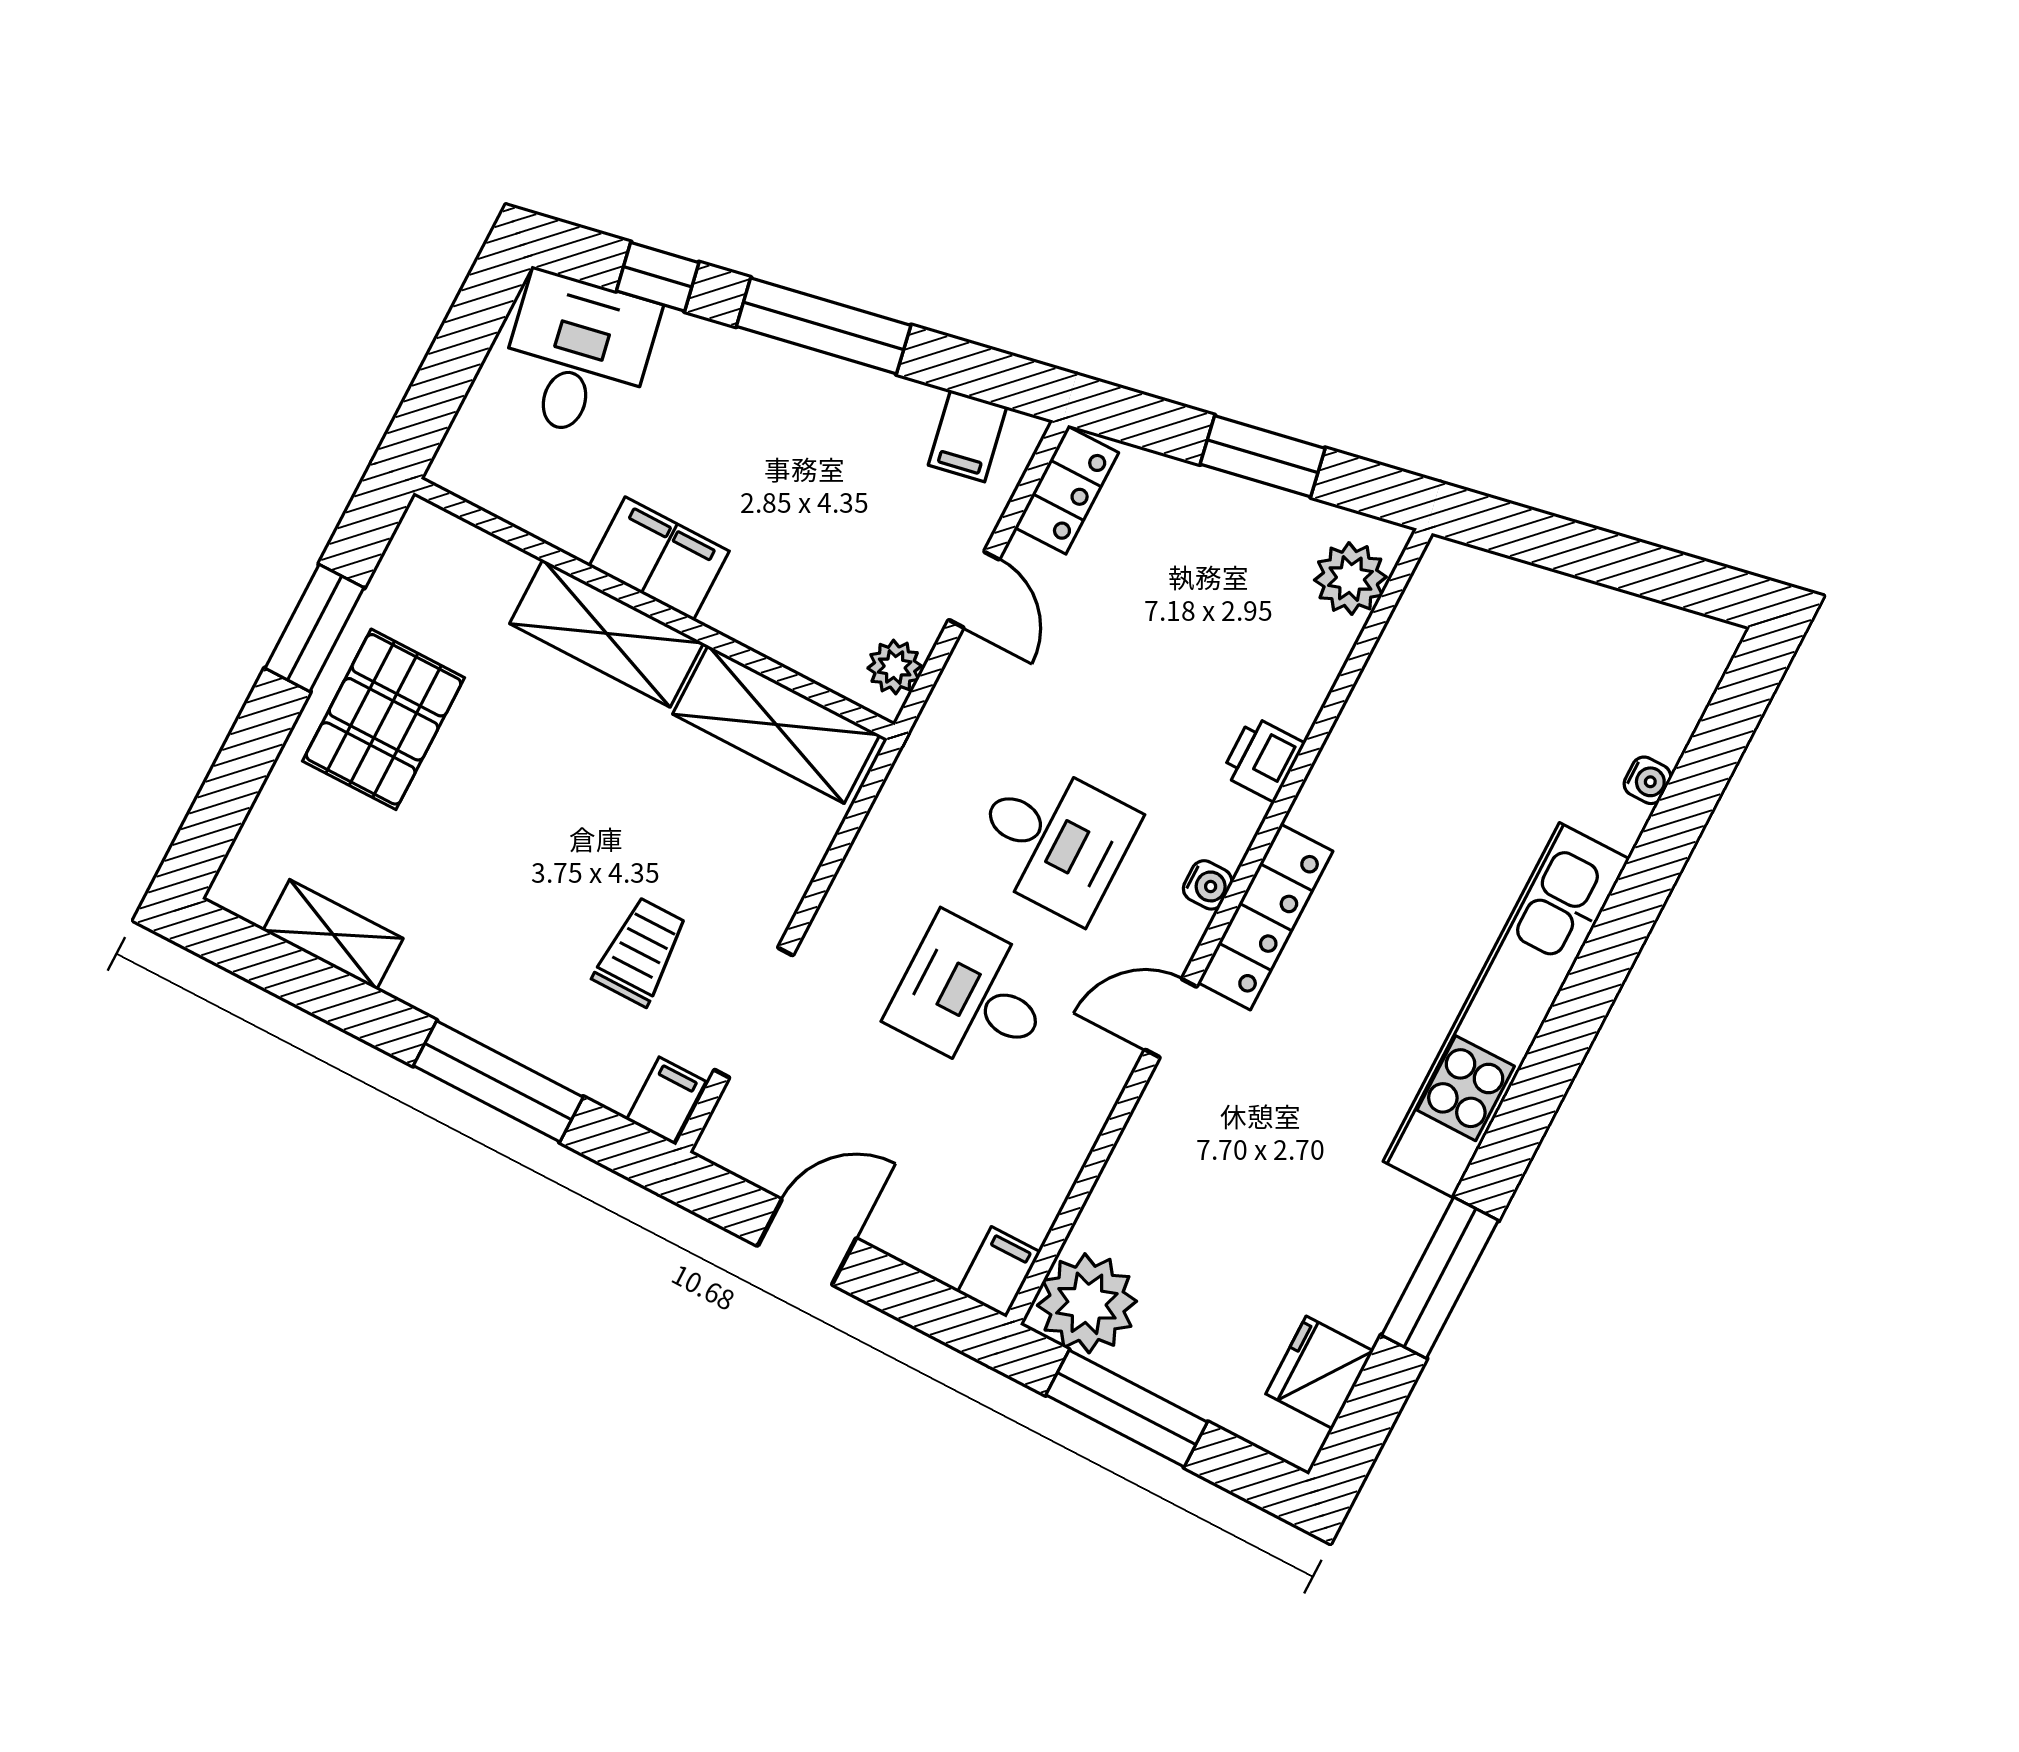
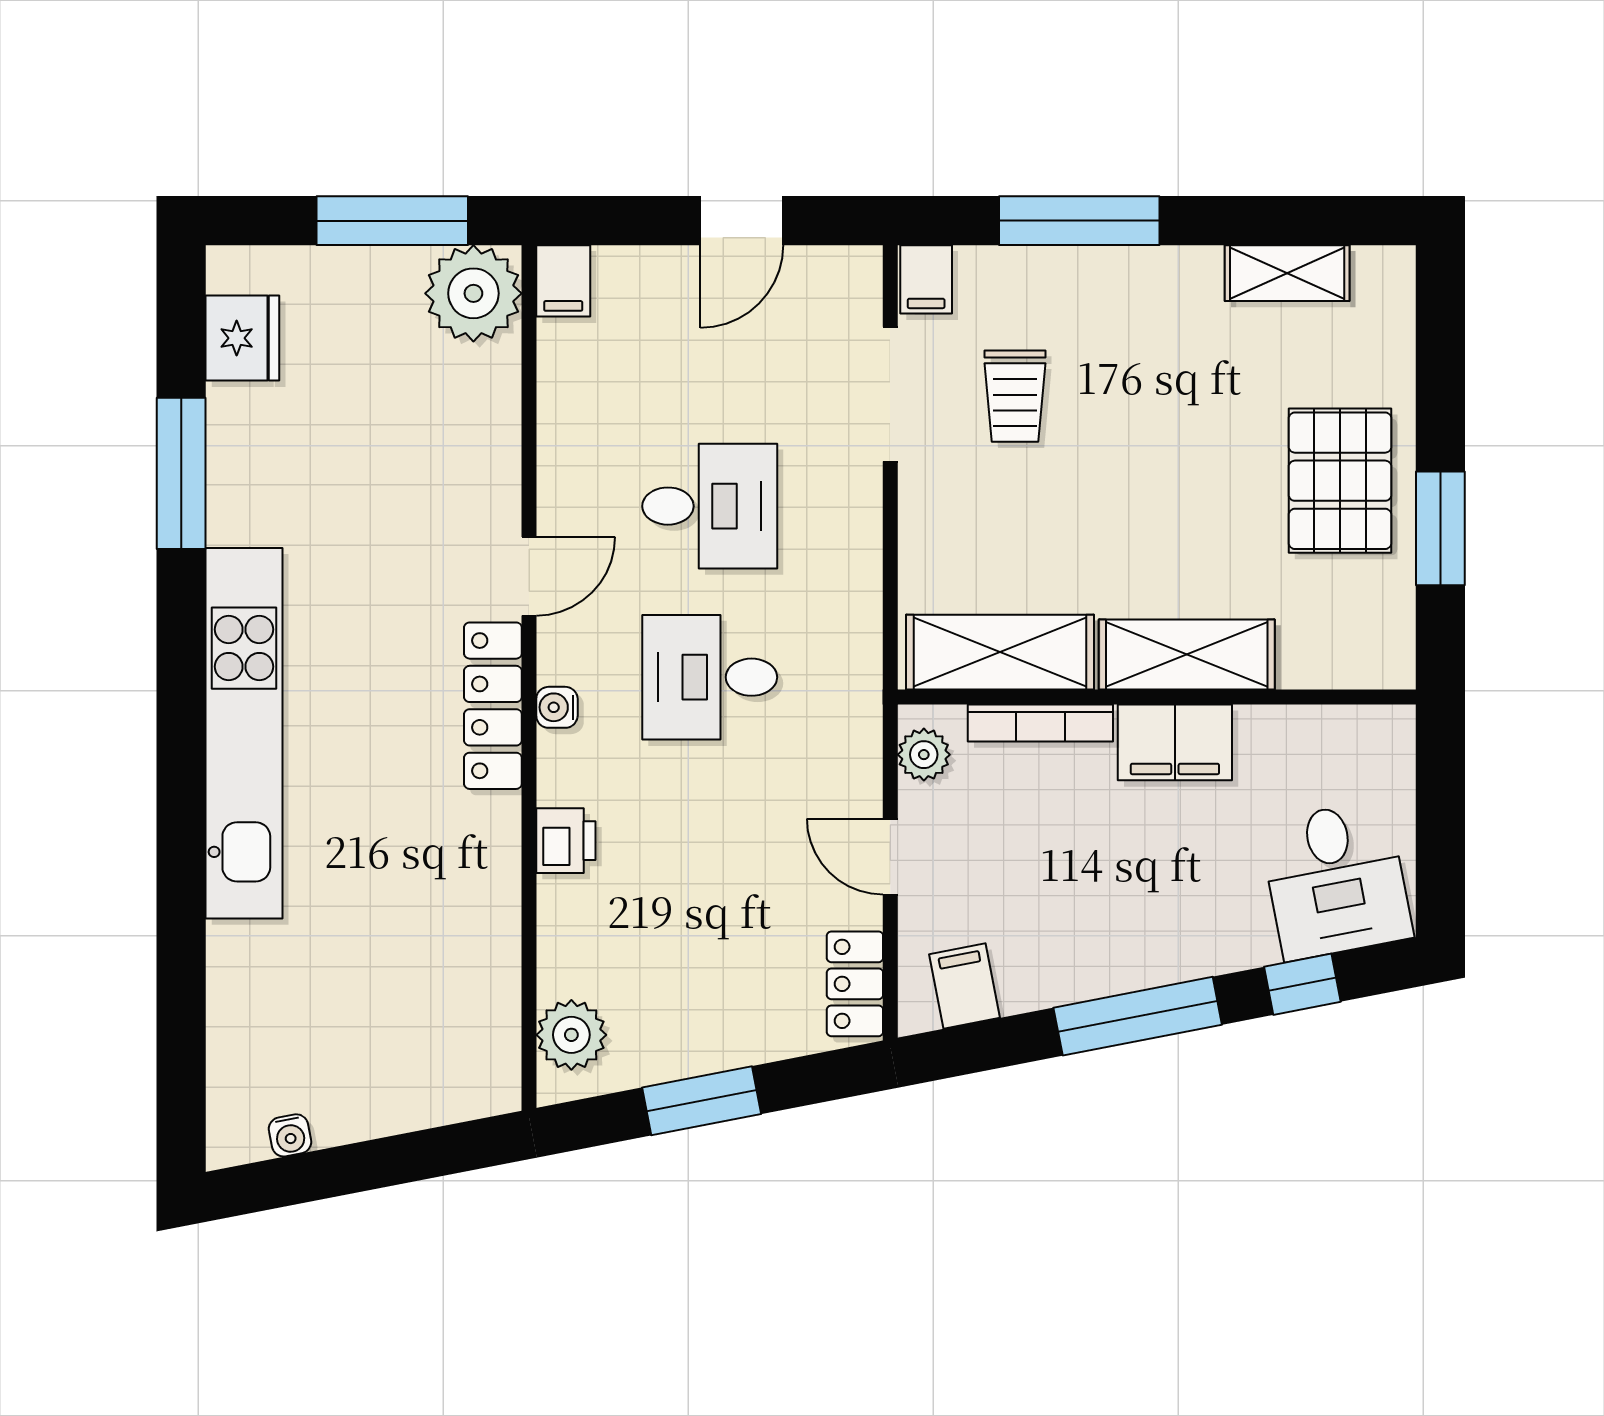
bookcase: (773, 640) -> (1040, 723), added
water cooler: (1647, 780) -> (290, 1135), moved, turned -101

